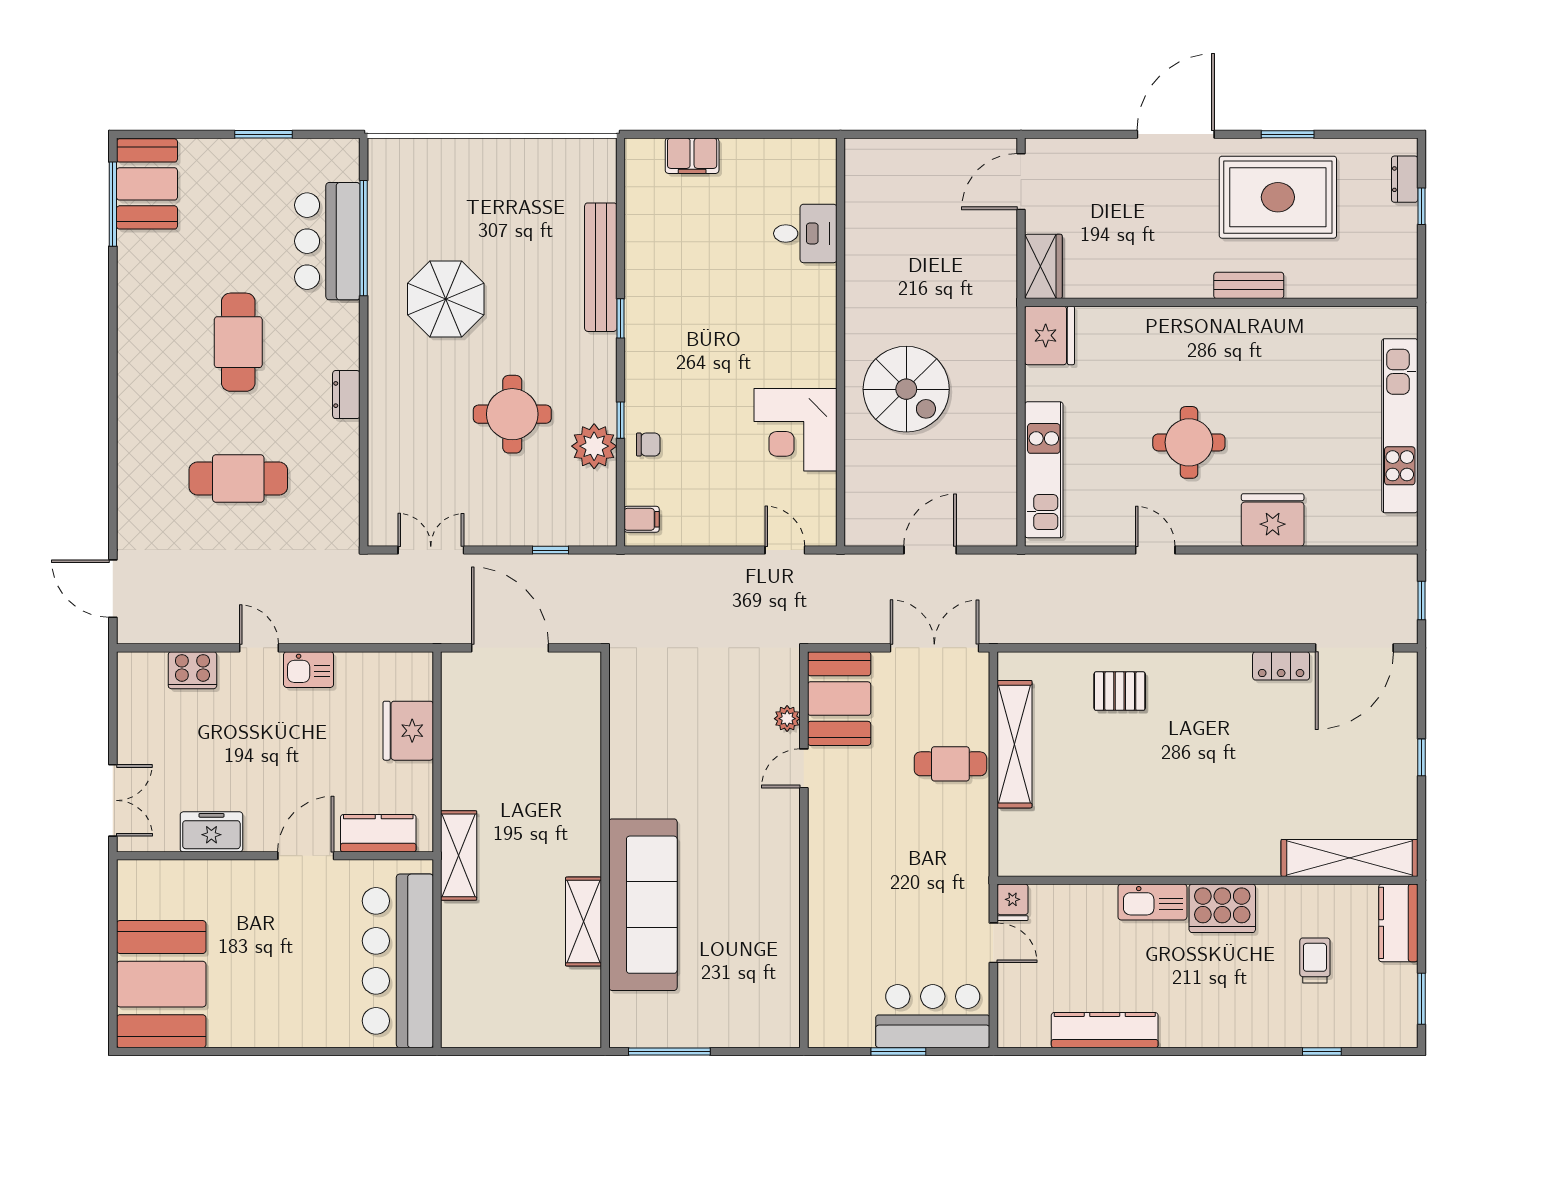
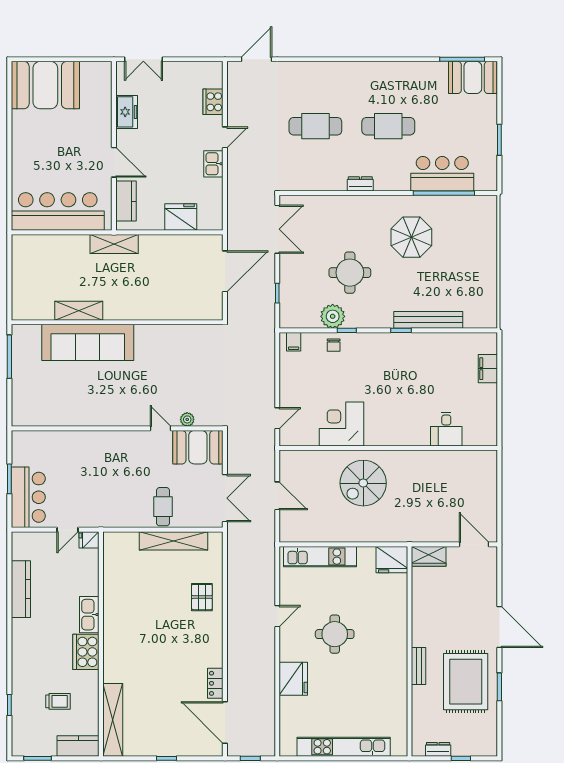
dresser: (1405, 179) -> (438, 749), moved
cafe table: (238, 479) -> (315, 126), turned 90
double door: (431, 550) -> (277, 229), width x1.37

